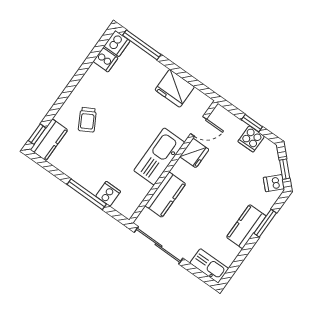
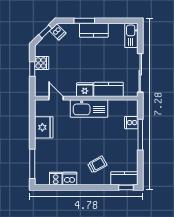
dishwasher: (117, 43) -> (70, 179), moved
fridge: (194, 153) -> (85, 90), moved

